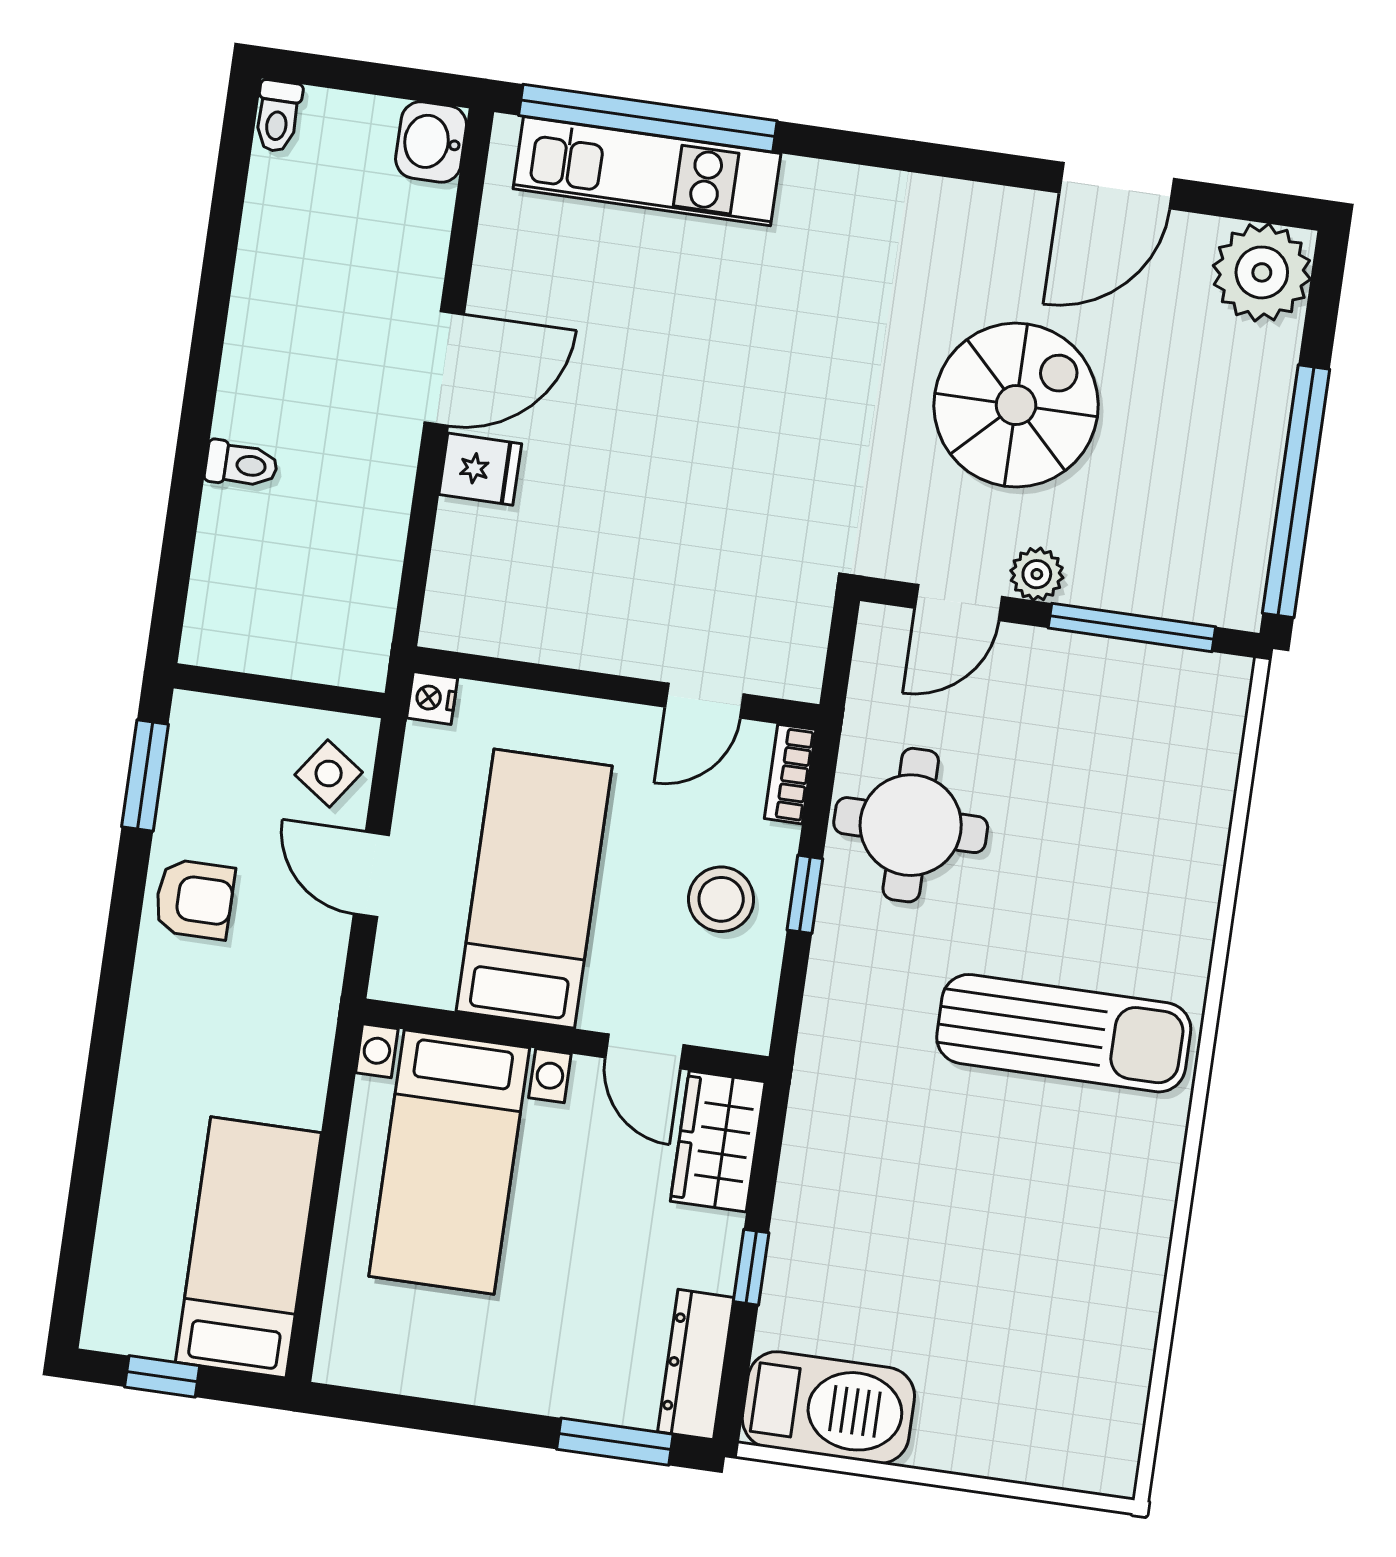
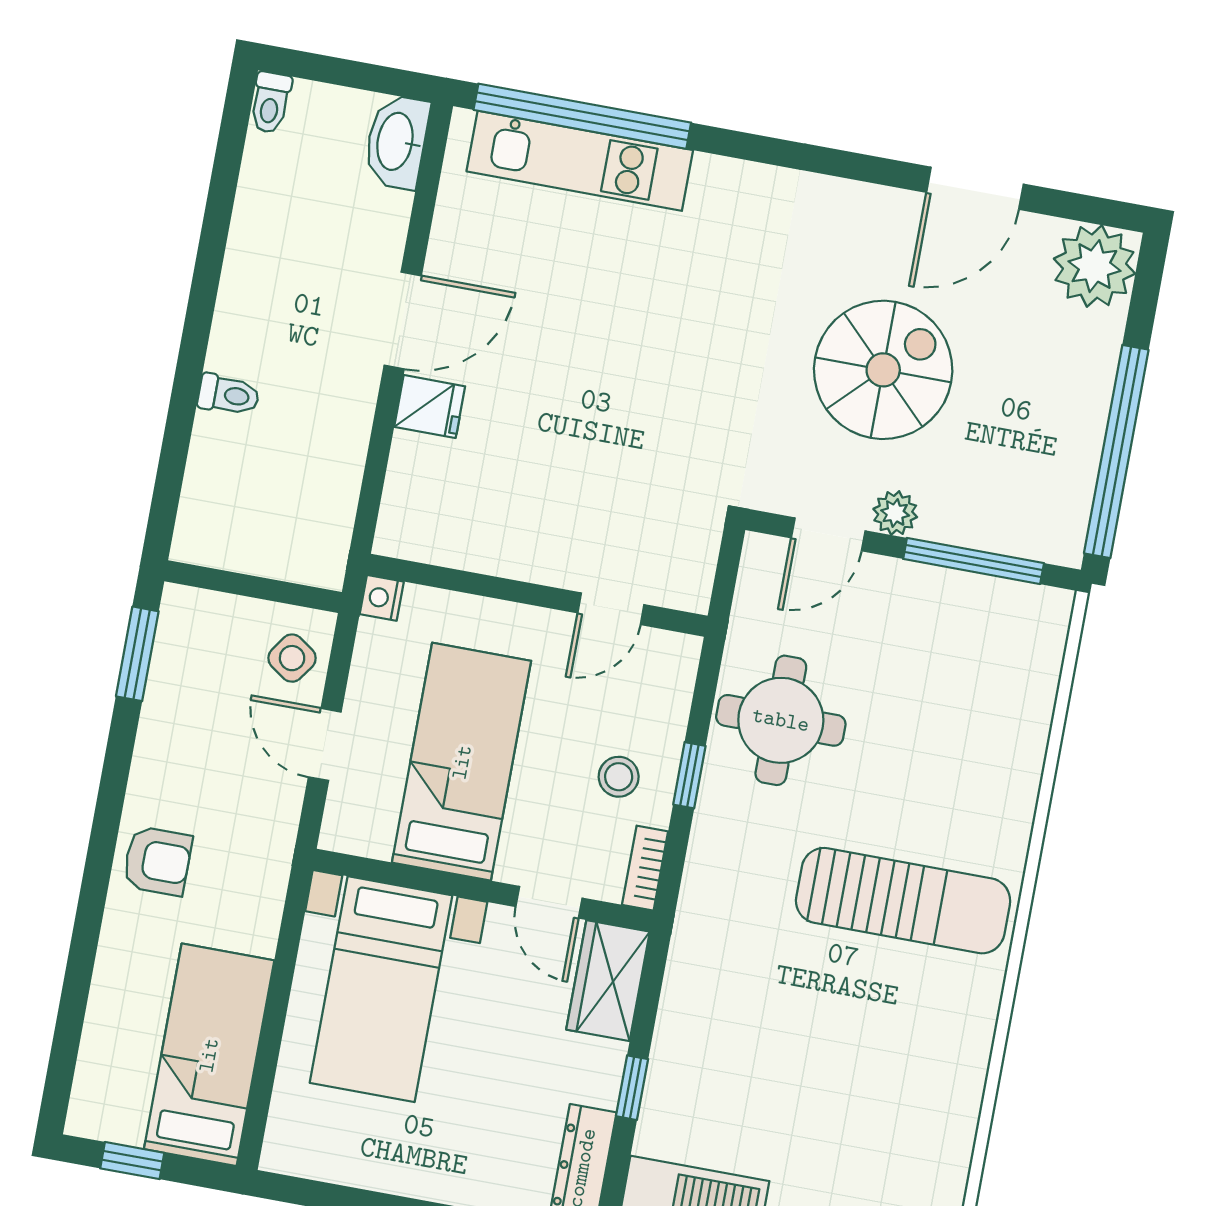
washbasin: (431, 142) -> (397, 142), width x1.38
bookcase: (790, 774) -> (645, 868), moved
armchair: (194, 899) -> (157, 861), moved
stool: (721, 899) -> (619, 777), width x0.73, depth x0.73

